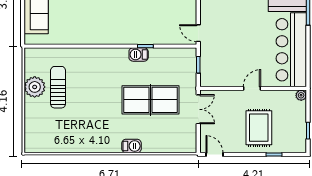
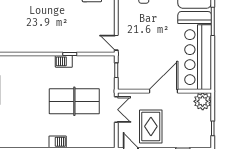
door: (252, 88) -> (163, 91), width x1.88
plant: (301, 95) -> (203, 101), width x1.88, depth x1.88
rug: (259, 128) -> (151, 126), moved

